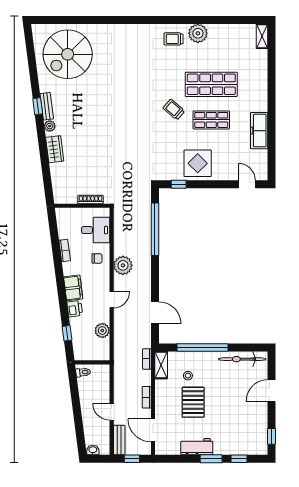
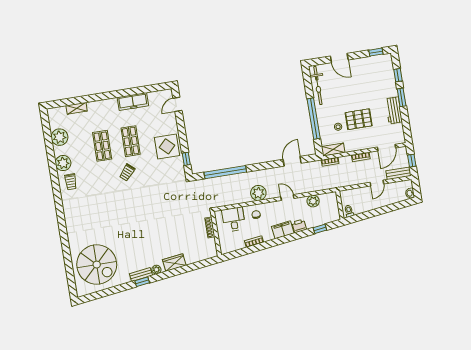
plant: (230, 34) -> (60, 137), added
shelving: (262, 36) -> (77, 108), moved
shop shelf: (211, 84) -> (102, 146), width x0.70, depth x0.74

